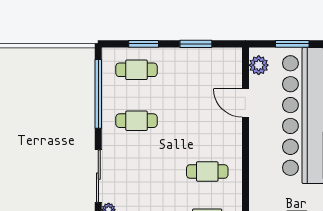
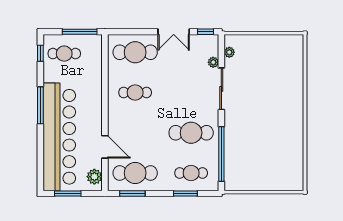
window: (196, 44) -> (132, 193), moved
cafe table: (207, 70) -> (135, 173), added
cafe table: (137, 121) -> (191, 133), width x1.37, depth x1.35

